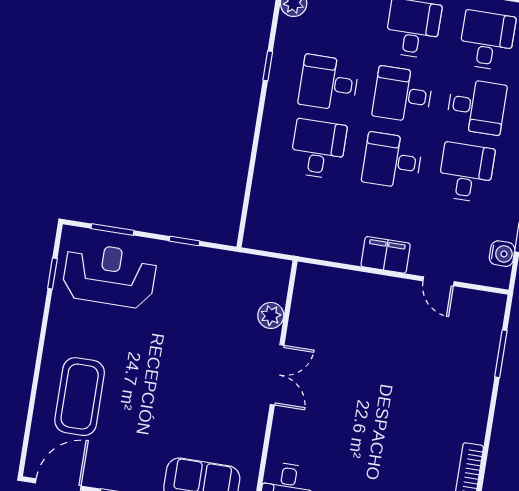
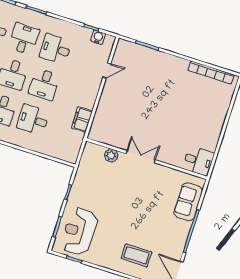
filing cabinet: (386, 255) -> (82, 120), moved
coffee table: (80, 397) -> (137, 255), width x0.73, depth x0.76

